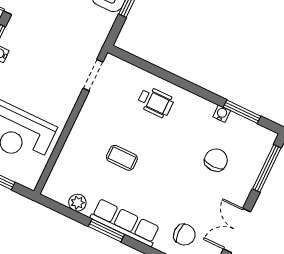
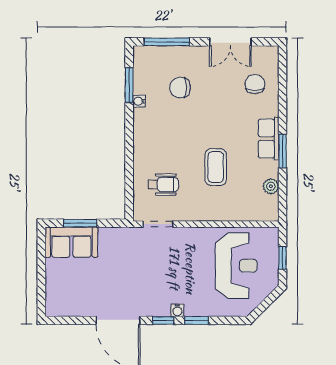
wheelchair: (155, 102) -> (163, 185), moved, turned 90
coffee table: (122, 158) -> (216, 167), width x1.36, depth x1.30
row of seats: (125, 223) -> (269, 139), width x0.68

